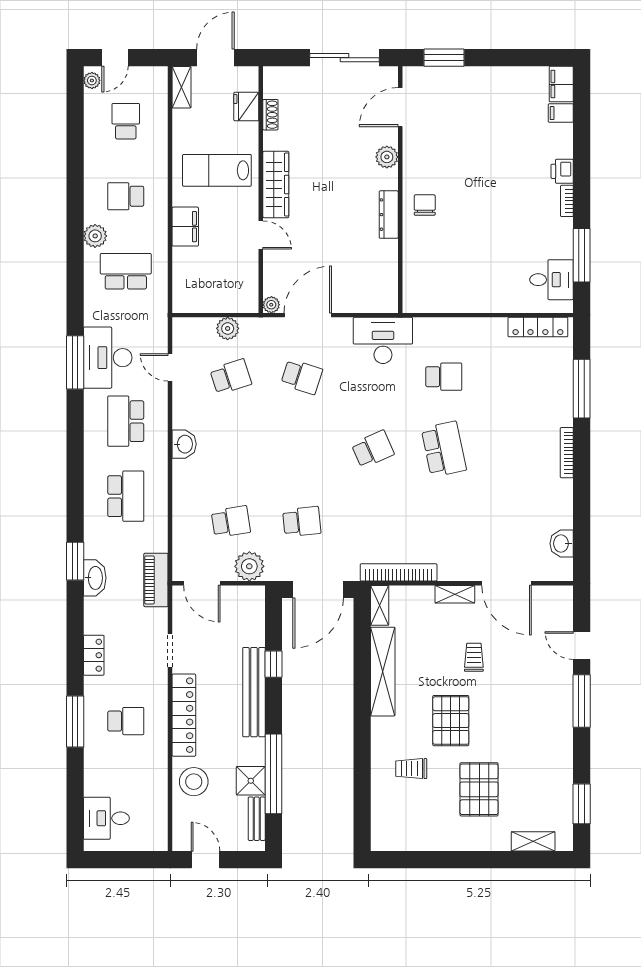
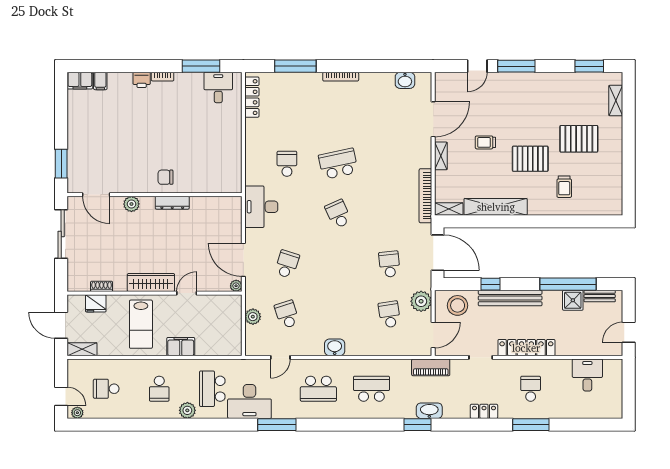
desk: (108, 358) -> (249, 402), moved
stool: (194, 782) -> (458, 305), moved
desk: (106, 818) -> (587, 375), moved, turned 180

